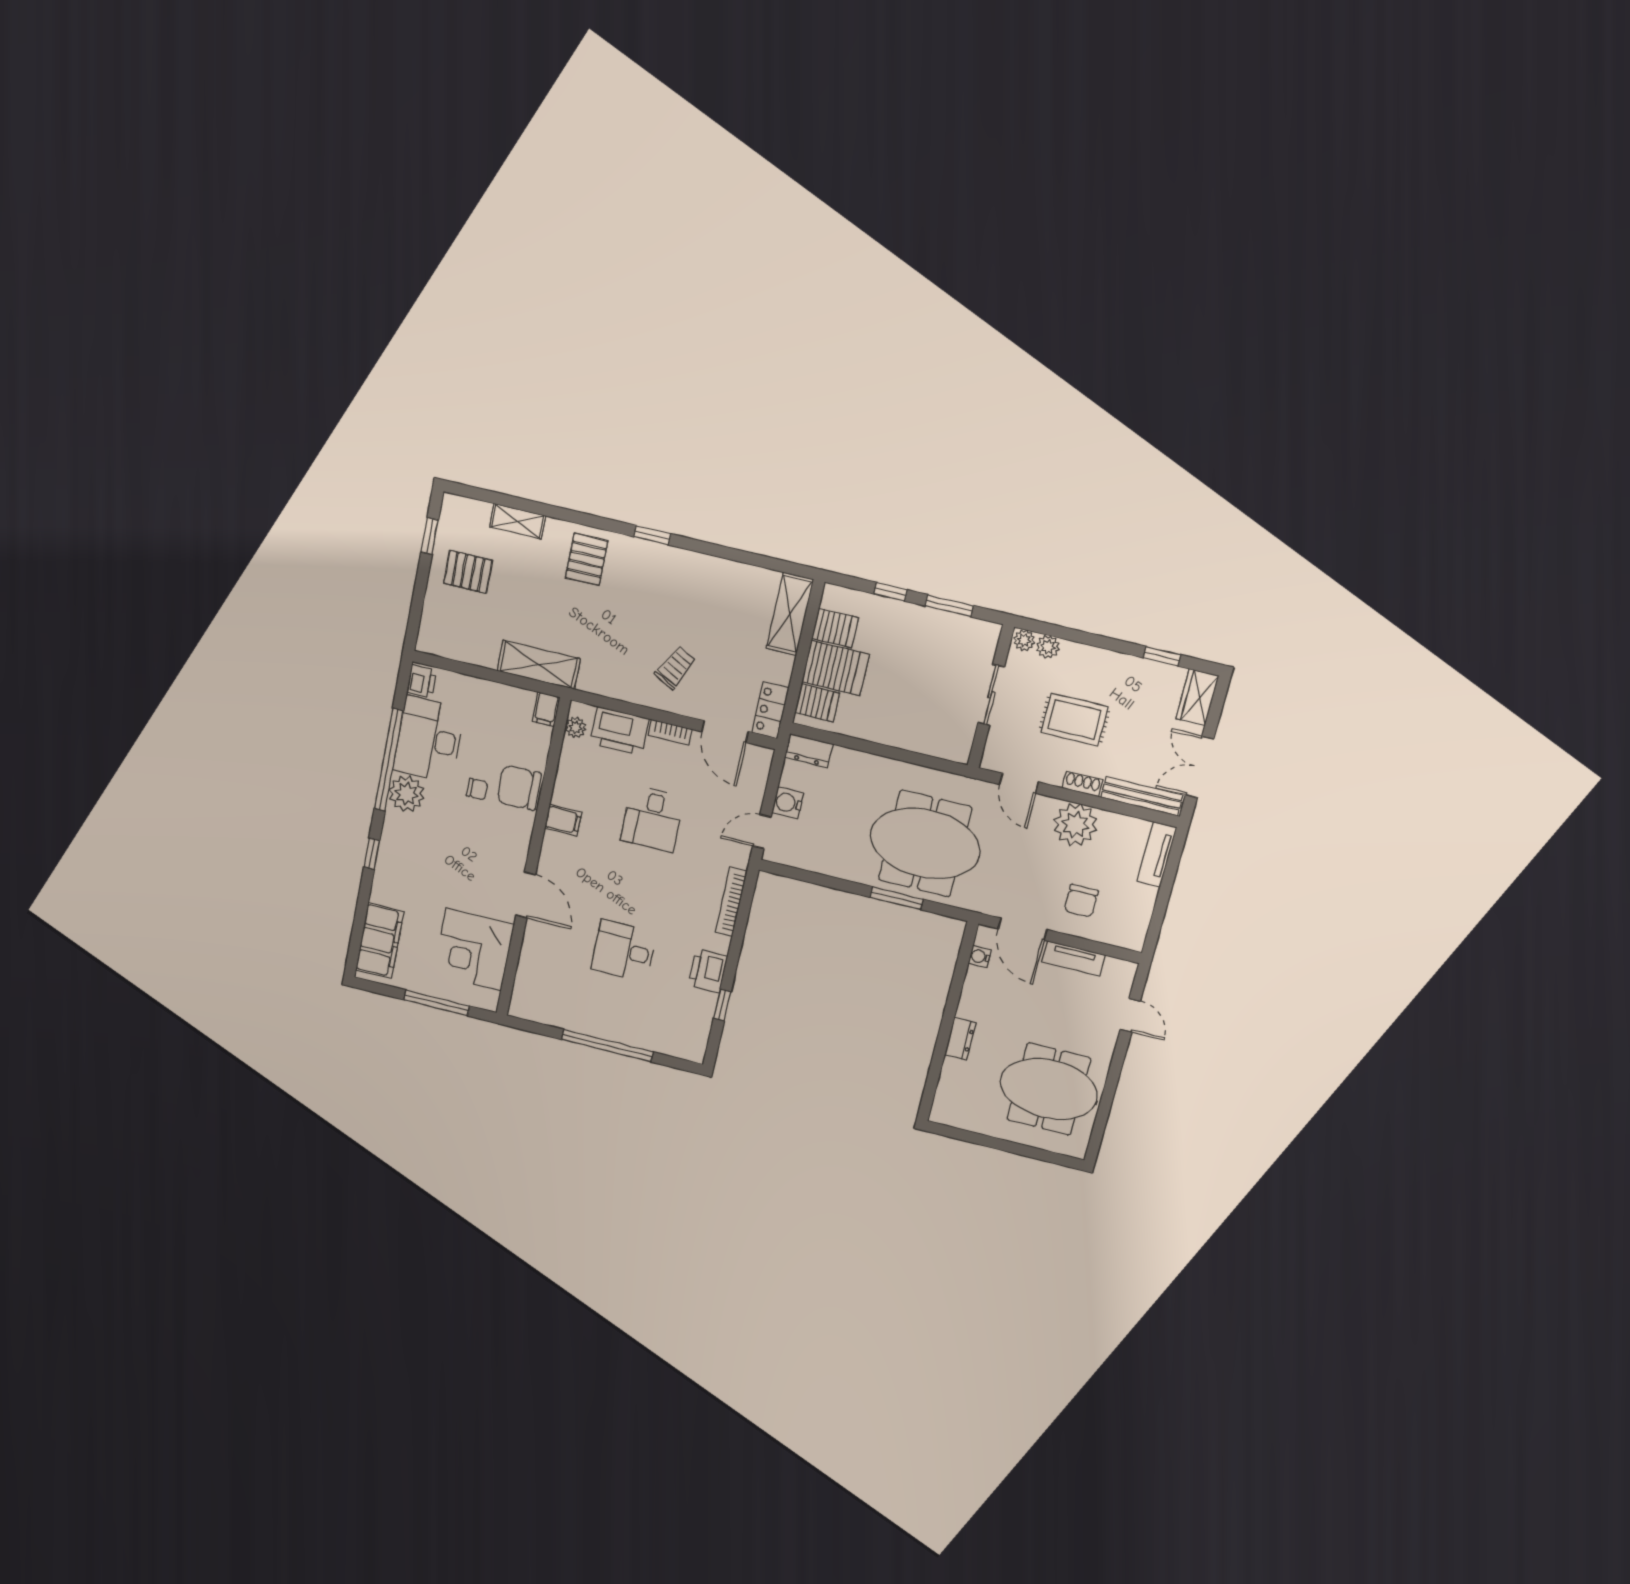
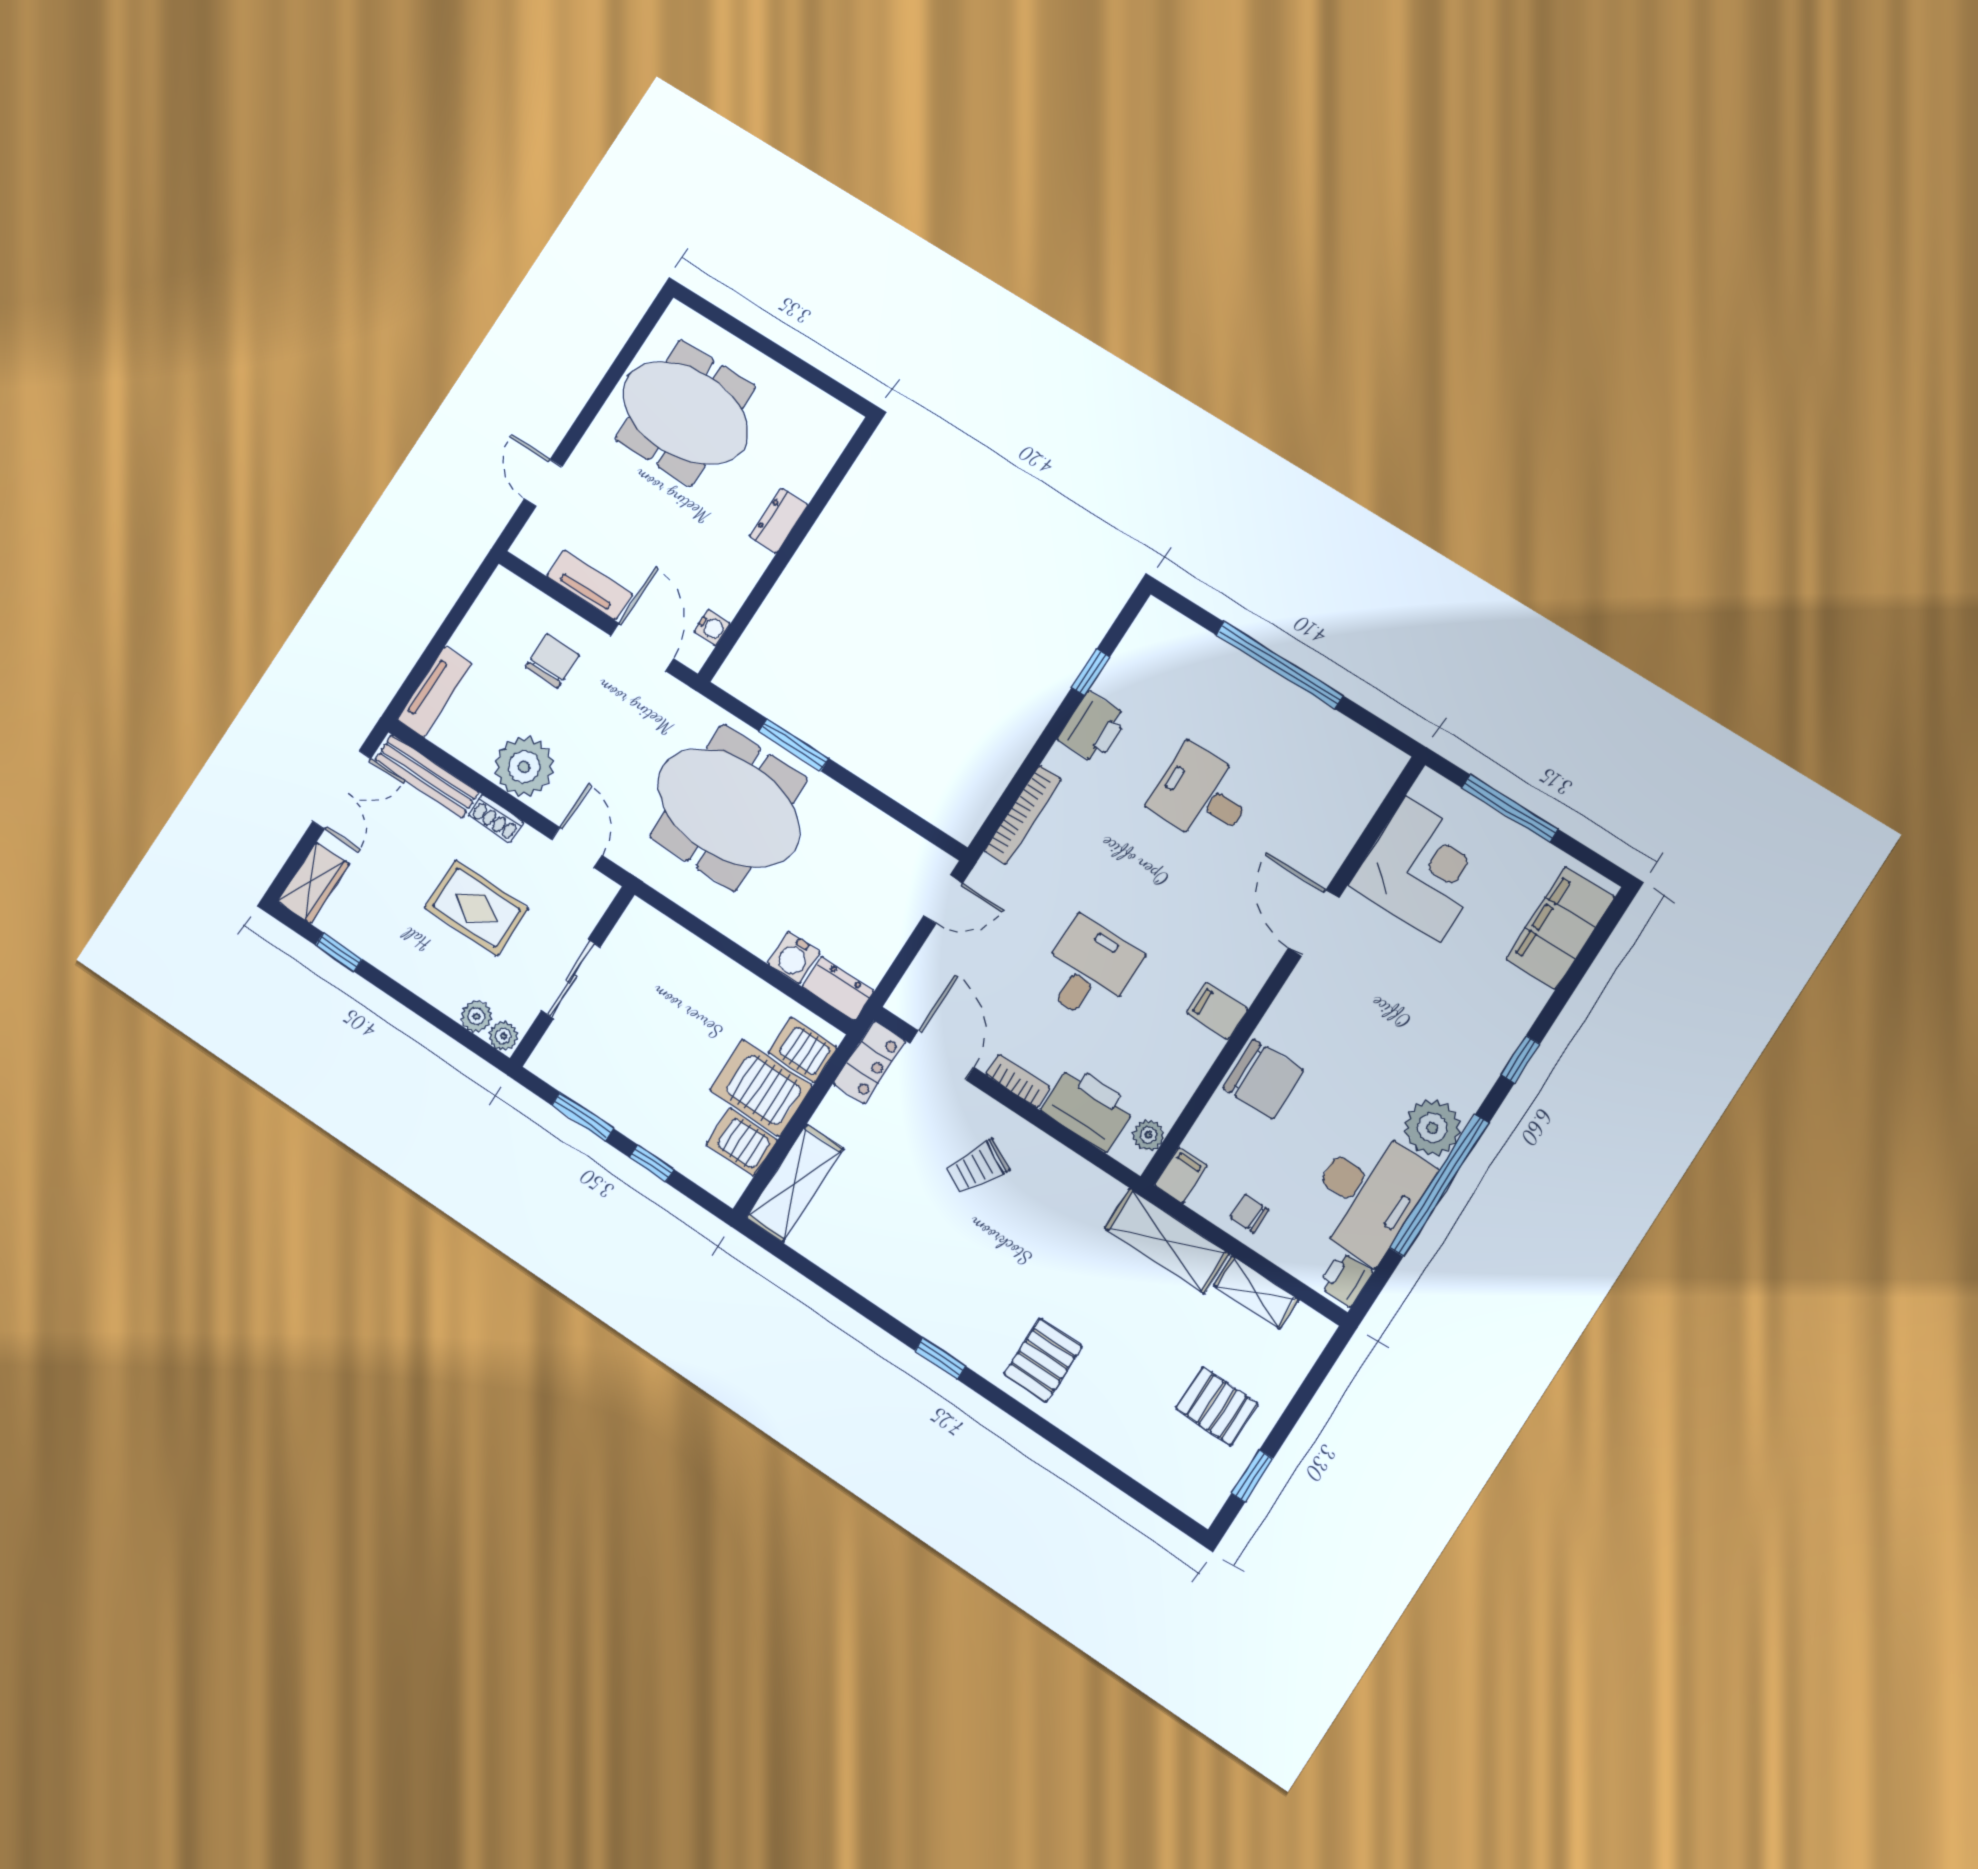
shelving: (518, 521) -> (1256, 1292), moved
chair: (477, 789) -> (1249, 1214), moved
water cooler: (788, 803) -> (794, 958), moved, turned 90
desk: (624, 951) -> (1202, 795), turned 180

